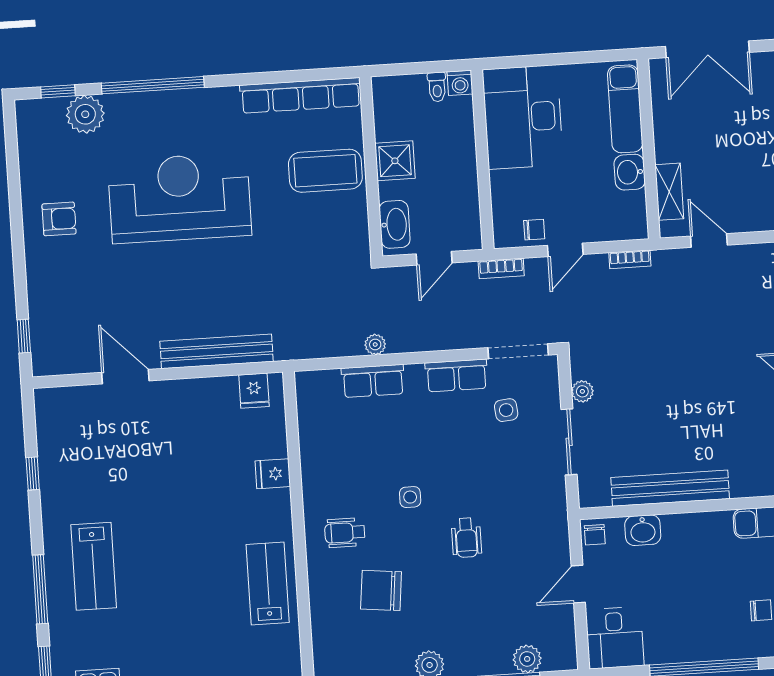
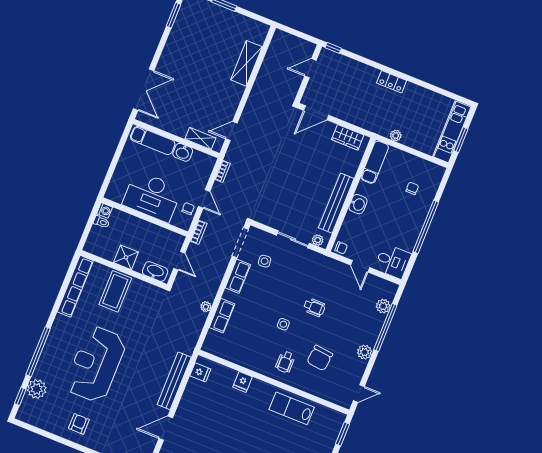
desk: (523, 117) -> (152, 196), moved
plant: (582, 391) -> (318, 240), moved
washbasin: (643, 530) -> (358, 204), moved

